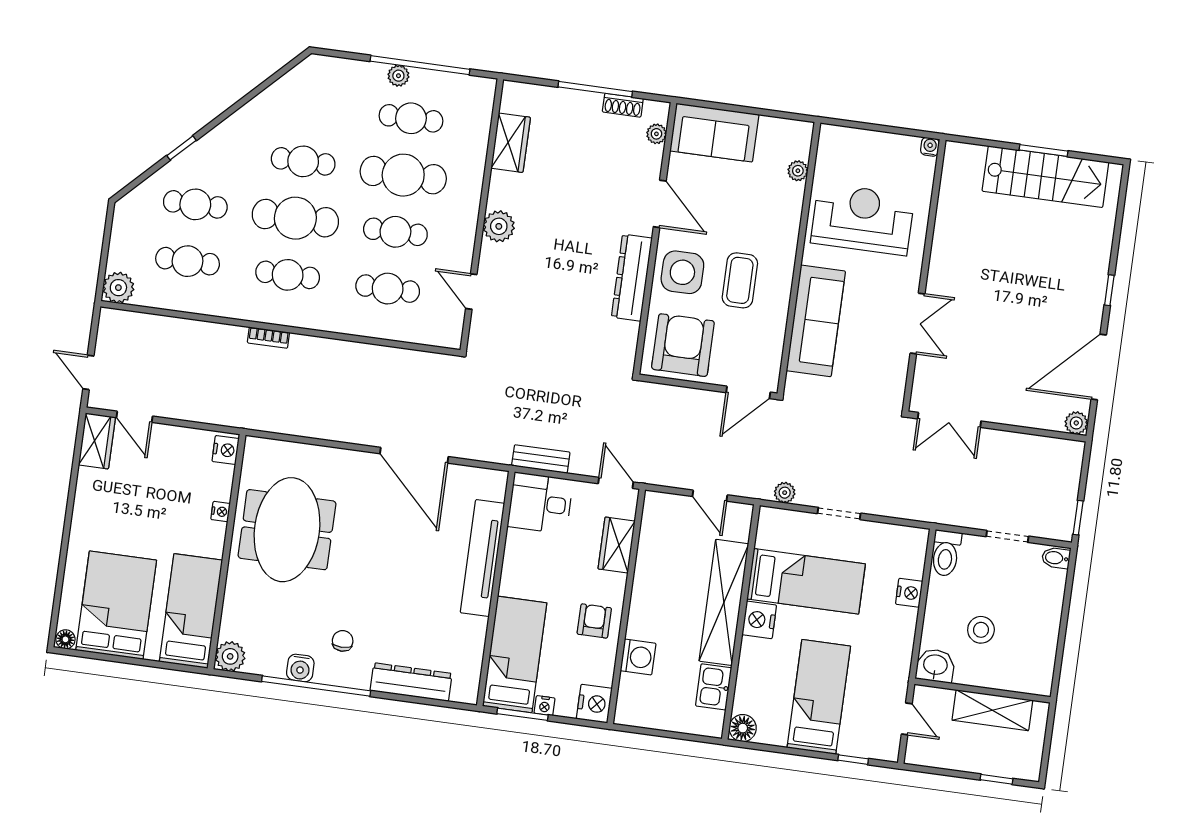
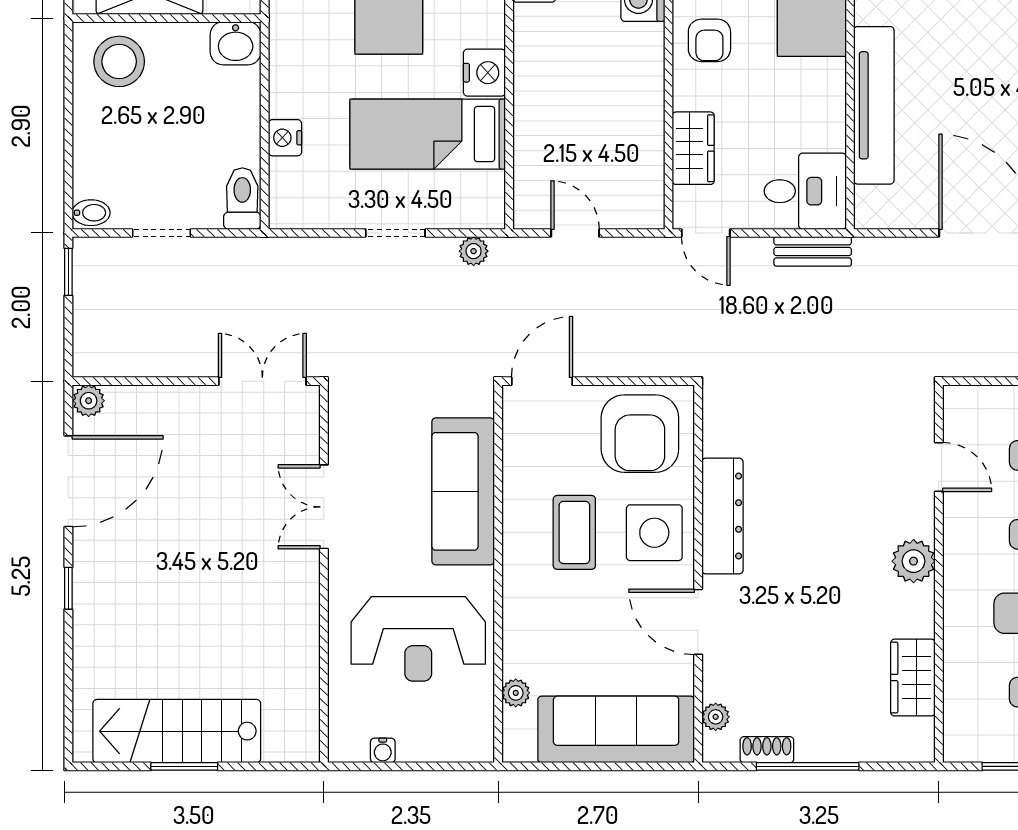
sofa: (714, 133) -> (616, 729), width x1.36
water cooler: (930, 147) -> (383, 750), moved
shelving: (724, 602) -> (536, 90), removed
stool: (981, 630) -> (119, 61), moved, width x1.38, depth x1.38

